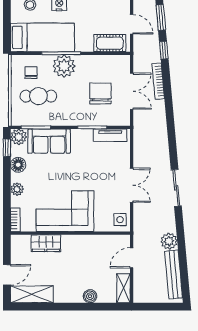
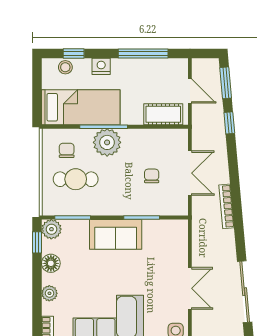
bookcase: (158, 81) -> (227, 206), moved
chair: (100, 93) -> (152, 176), width x0.54, depth x0.54
tv unit: (110, 135) -> (164, 227), removed
sofa: (49, 141) -> (116, 234), moved
sliding door: (176, 188) -> (245, 292), width x1.37

